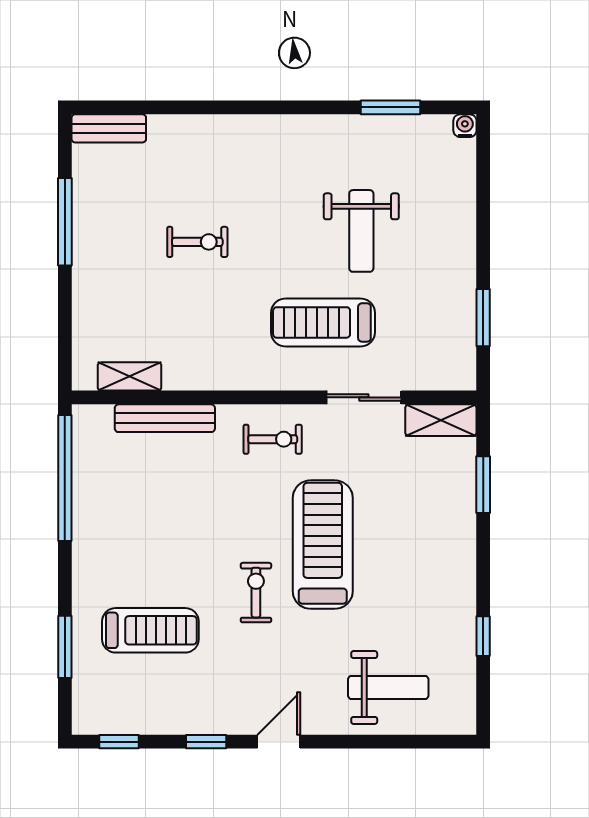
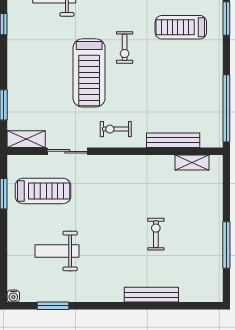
bench: (109, 128) -> (151, 295), moved, width x1.36
weight bench: (361, 231) -> (57, 251), moved, turned -90
exercise bike: (197, 242) -> (156, 234), turned 90
treadmill: (323, 322) -> (43, 191), moved

